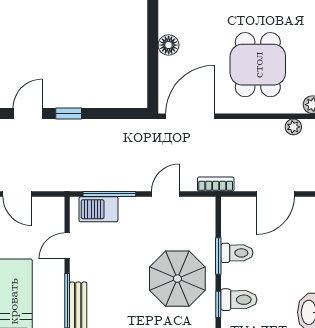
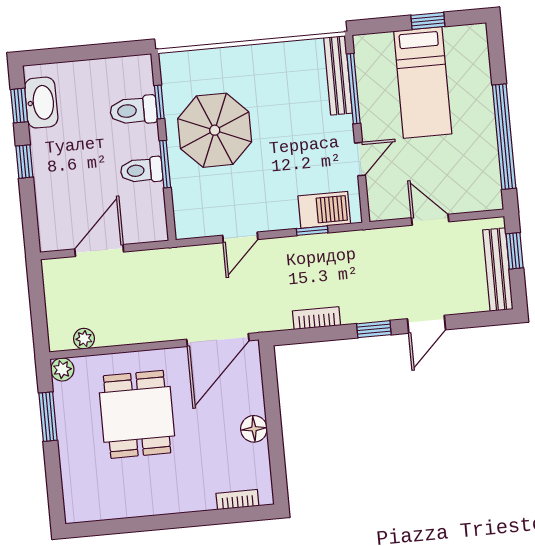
bookcase: (216, 184) -> (317, 318), moved, turned 180
window: (109, 194) -> (312, 231), width x0.46

